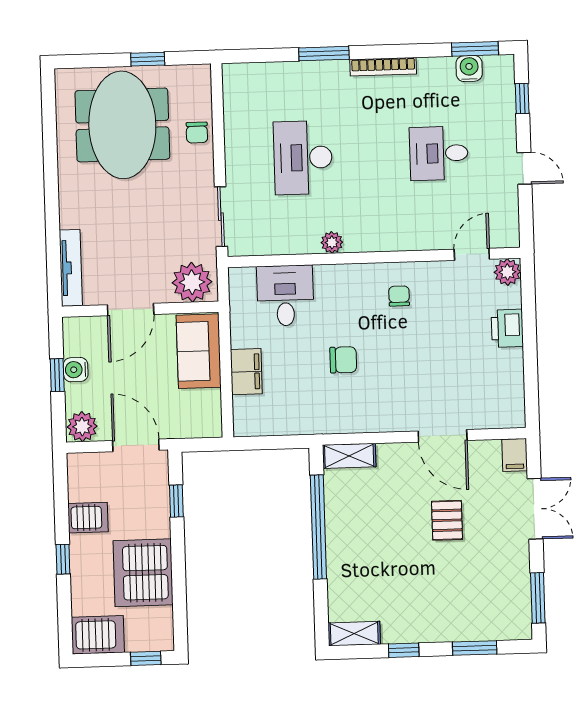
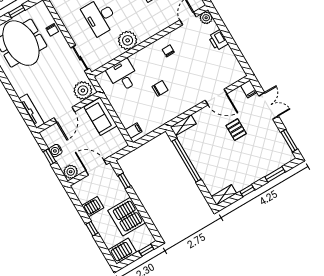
plant: (332, 242) -> (128, 40), width x1.88, depth x1.88
filing cabinet: (246, 372) -> (134, 131), moved, width x0.50

